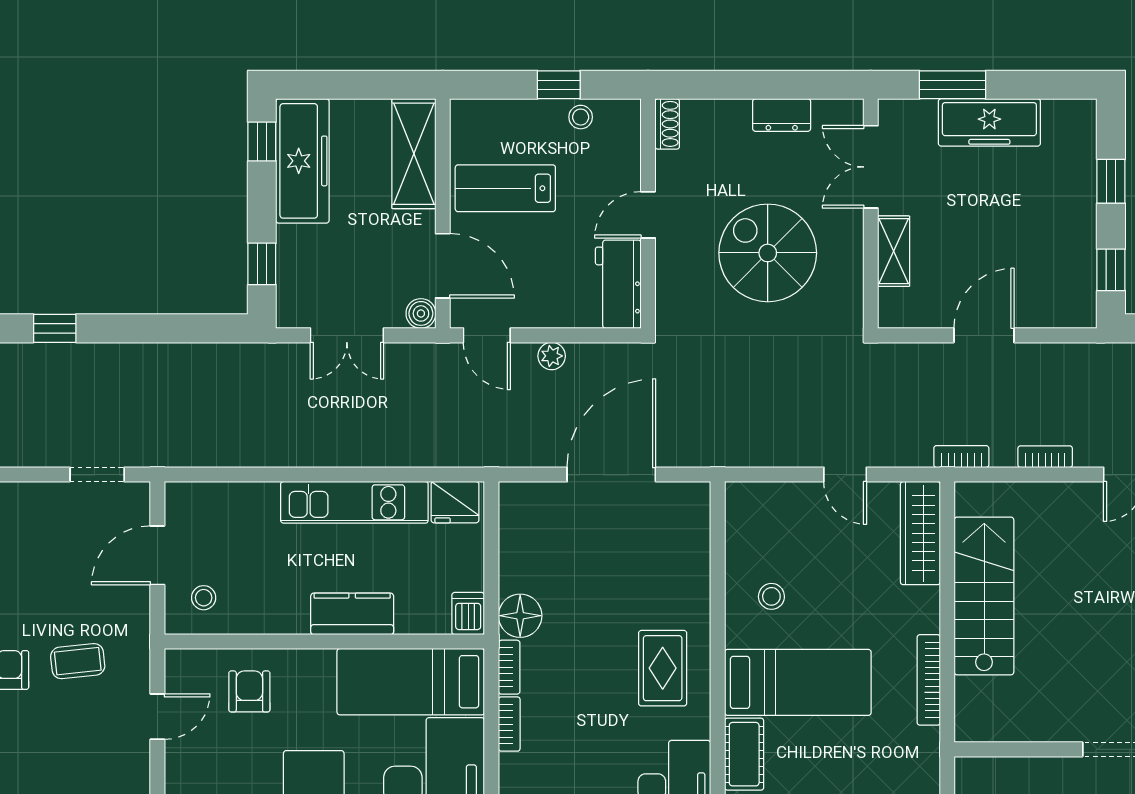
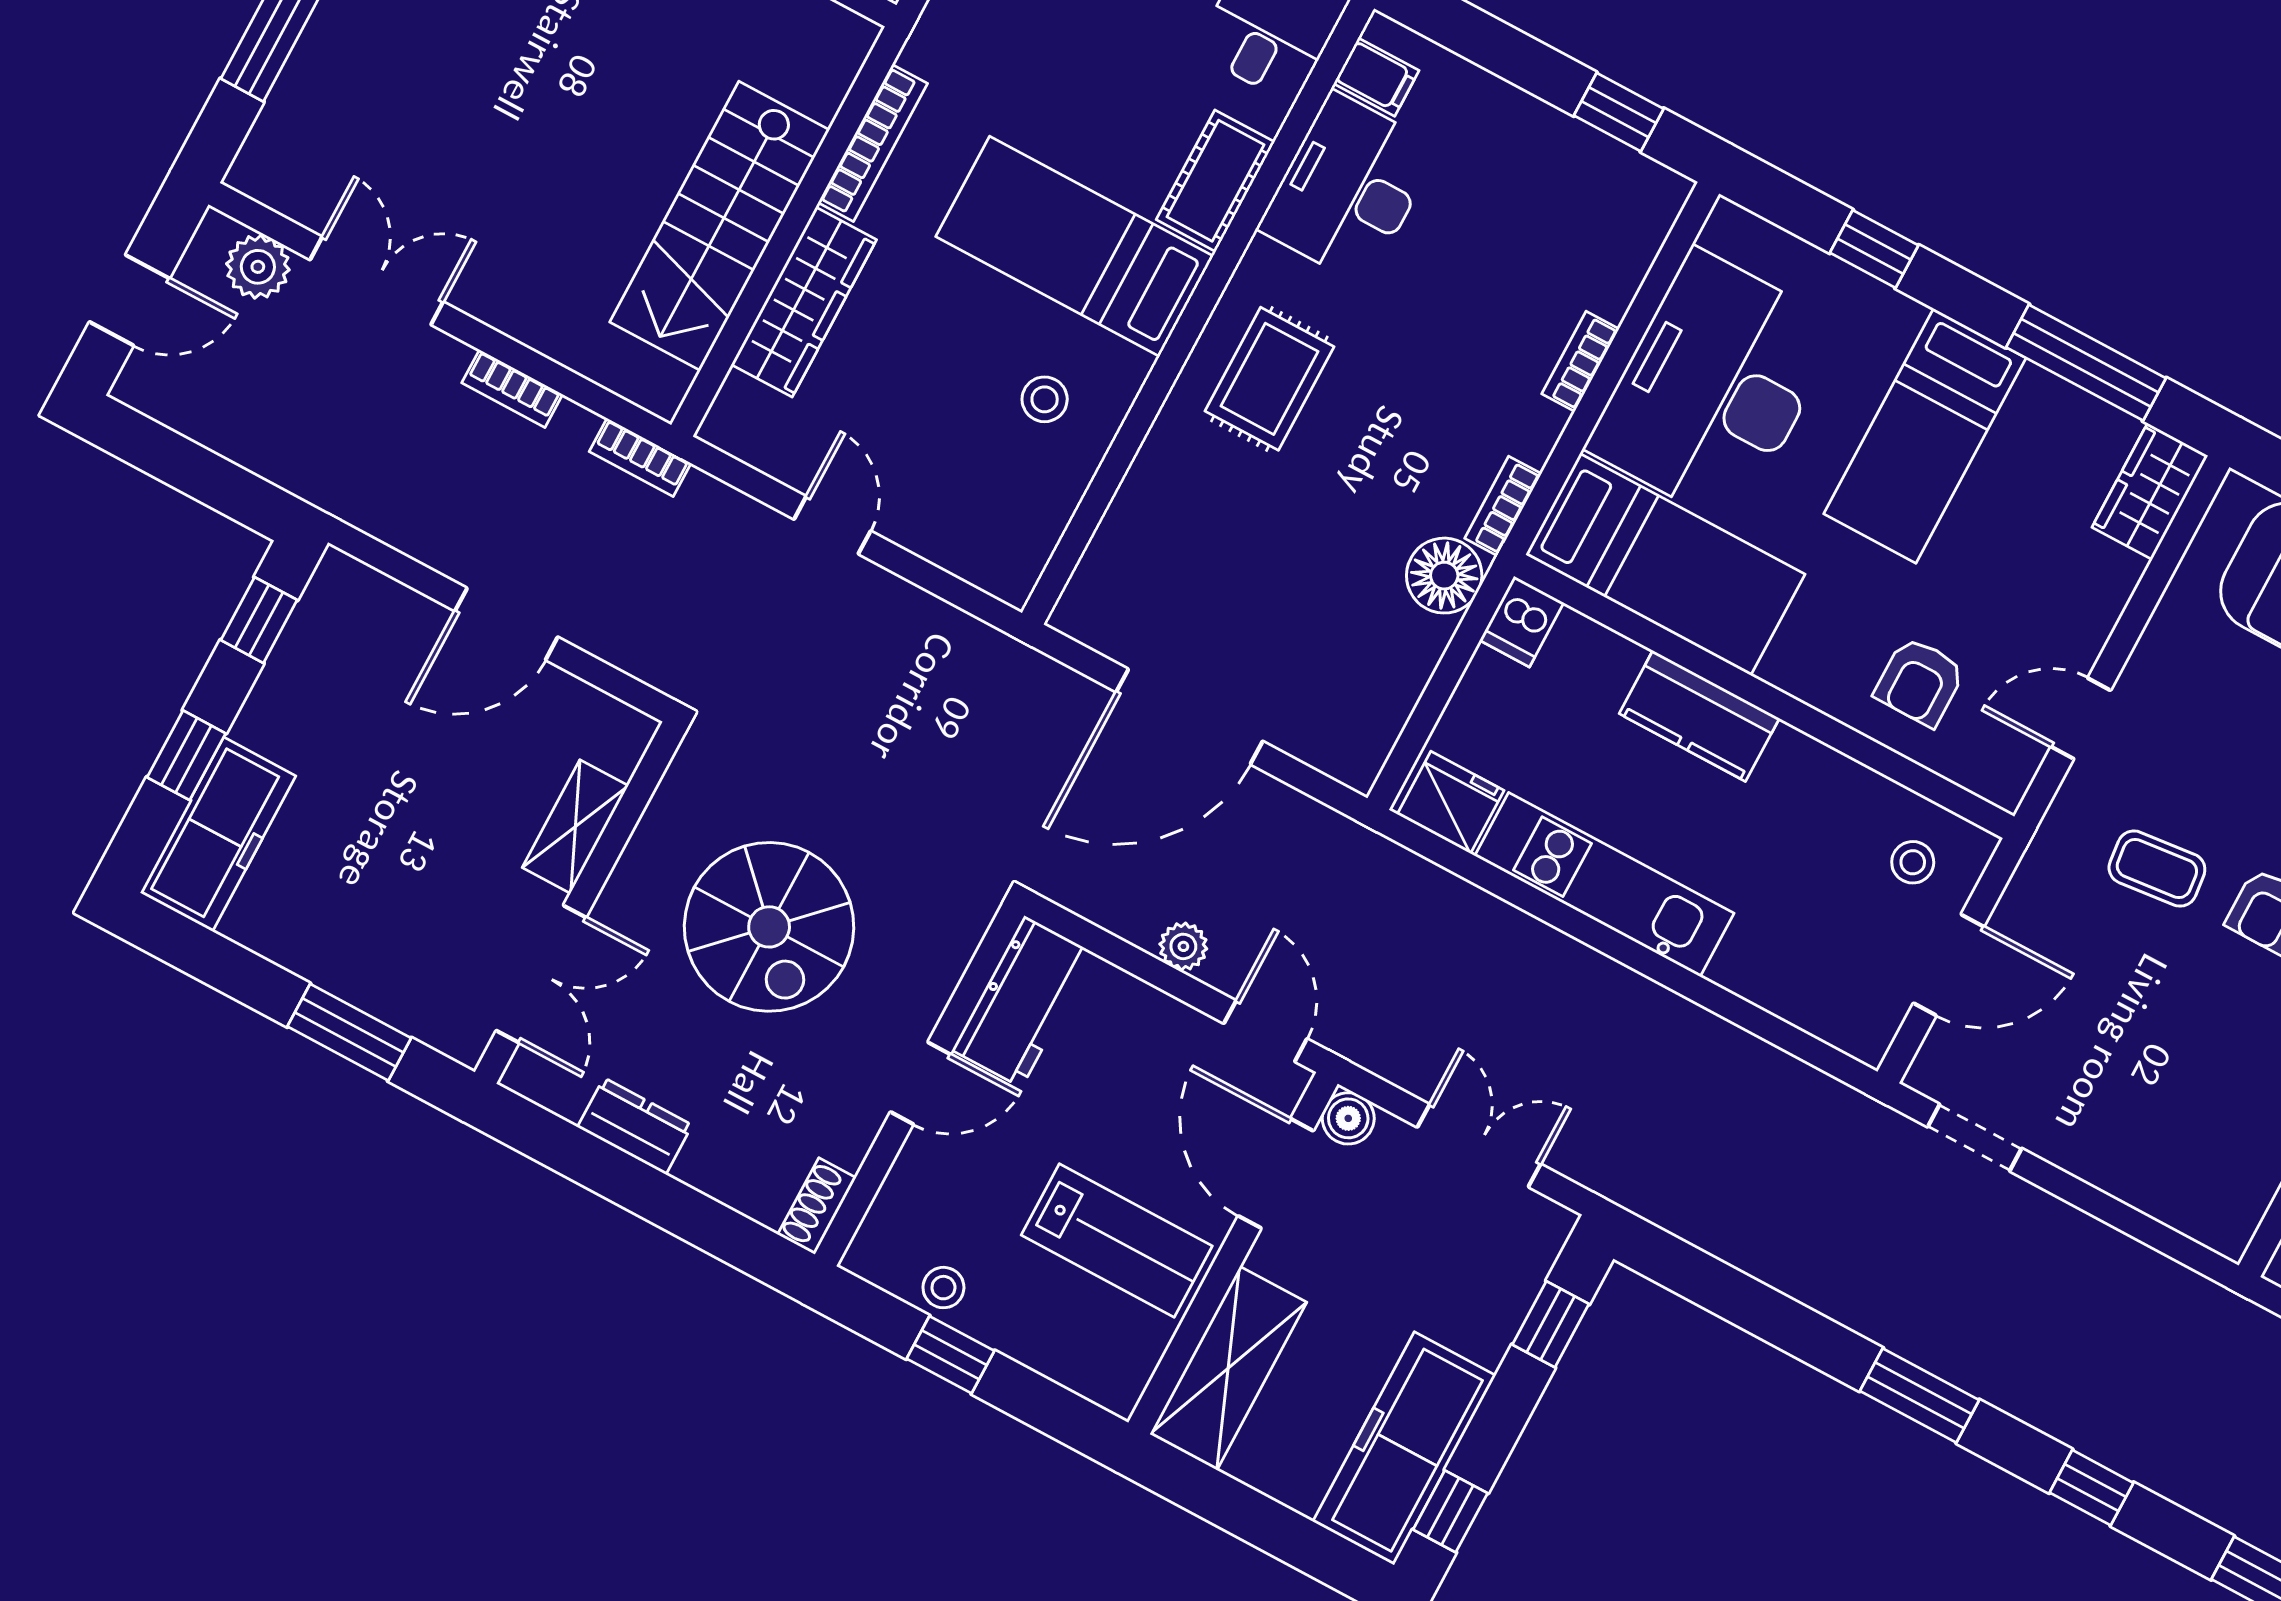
freezer: (989, 122) -> (218, 834), moved, turned 90
window: (55, 328) -> (1920, 1395), width x1.50
wardrobe: (920, 533) -> (804, 302), moved
bookcase: (509, 724) -> (1580, 361), moved

